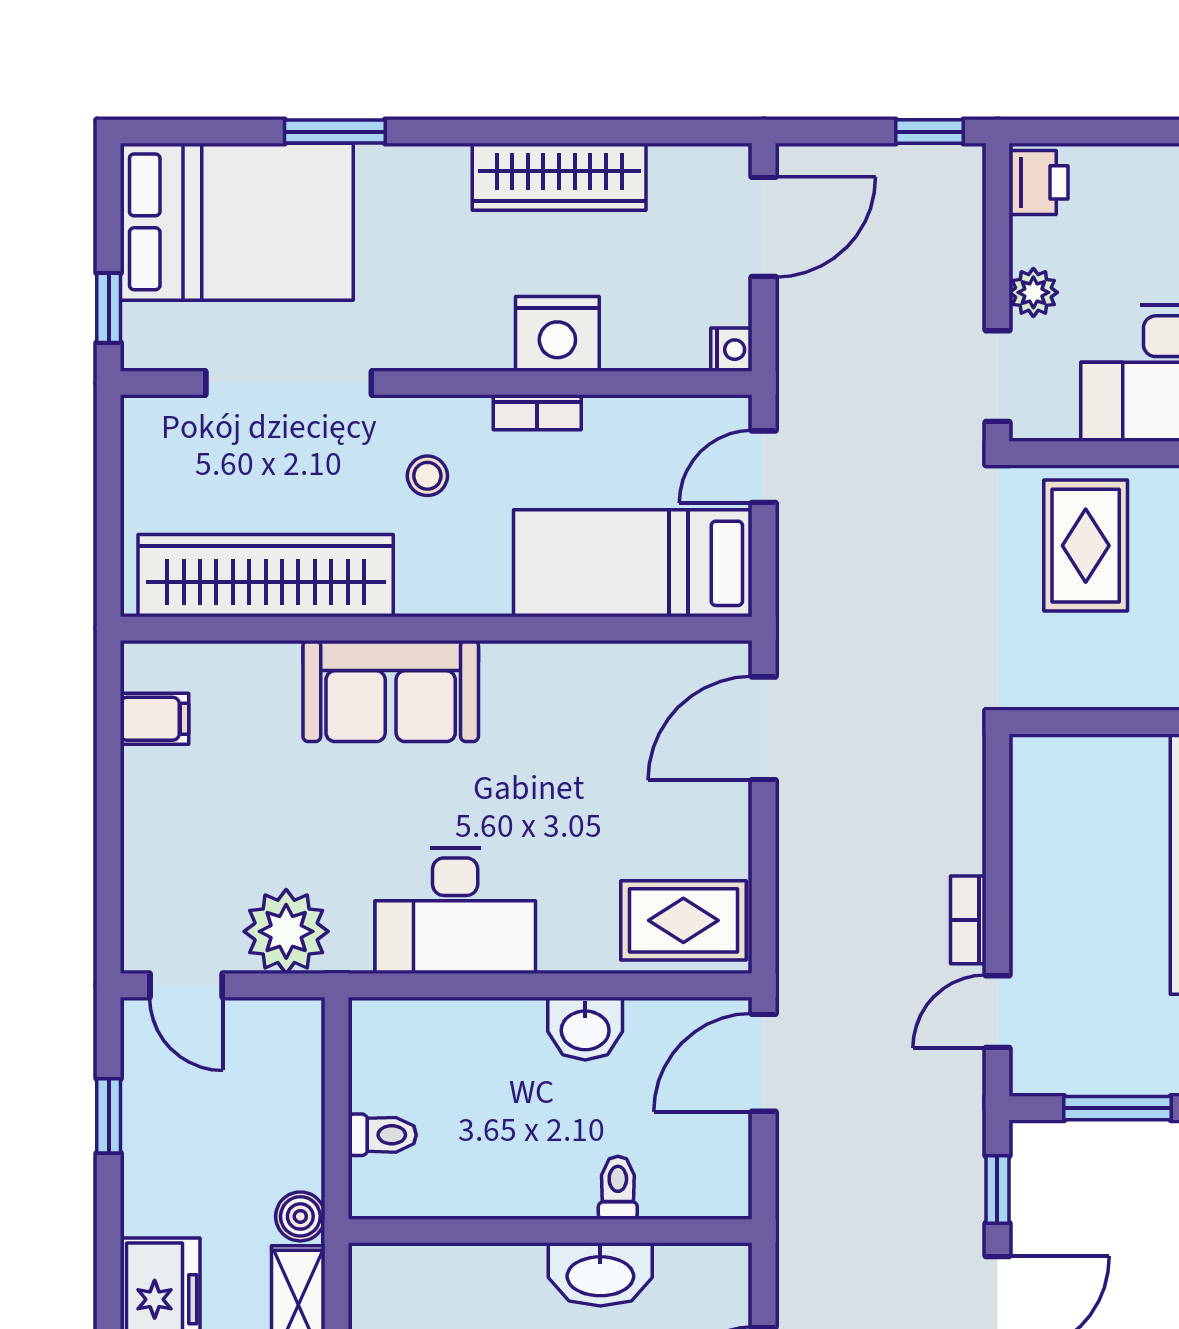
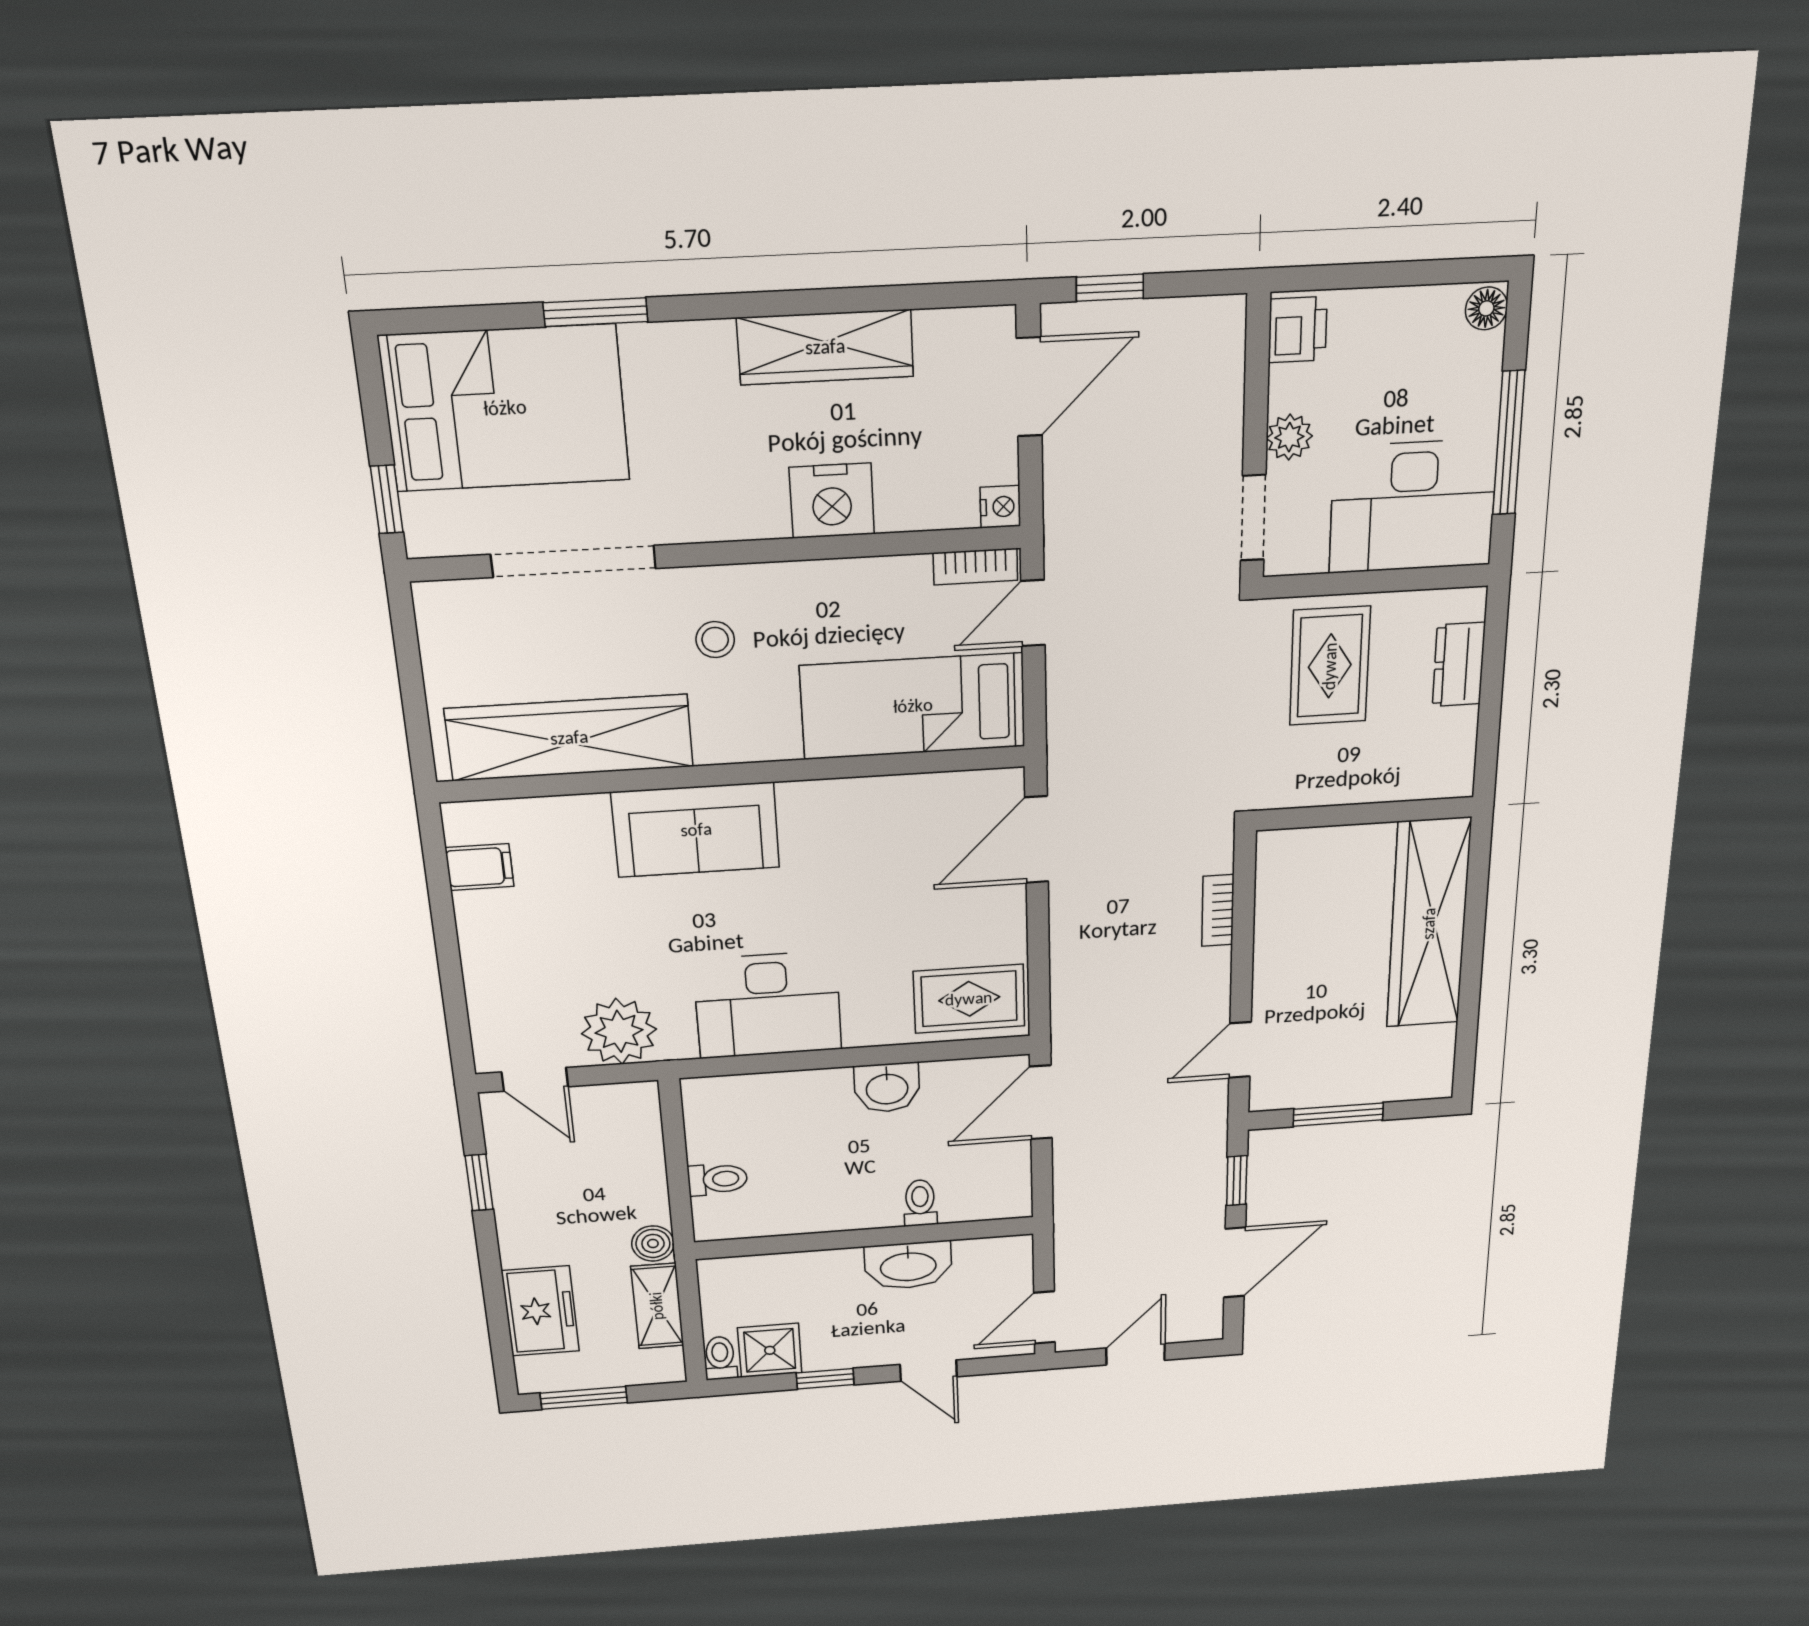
window: (930, 132) -> (1110, 288), moved
bookcase: (537, 412) -> (975, 567), moved
bookcase: (968, 920) -> (1218, 910), moved

